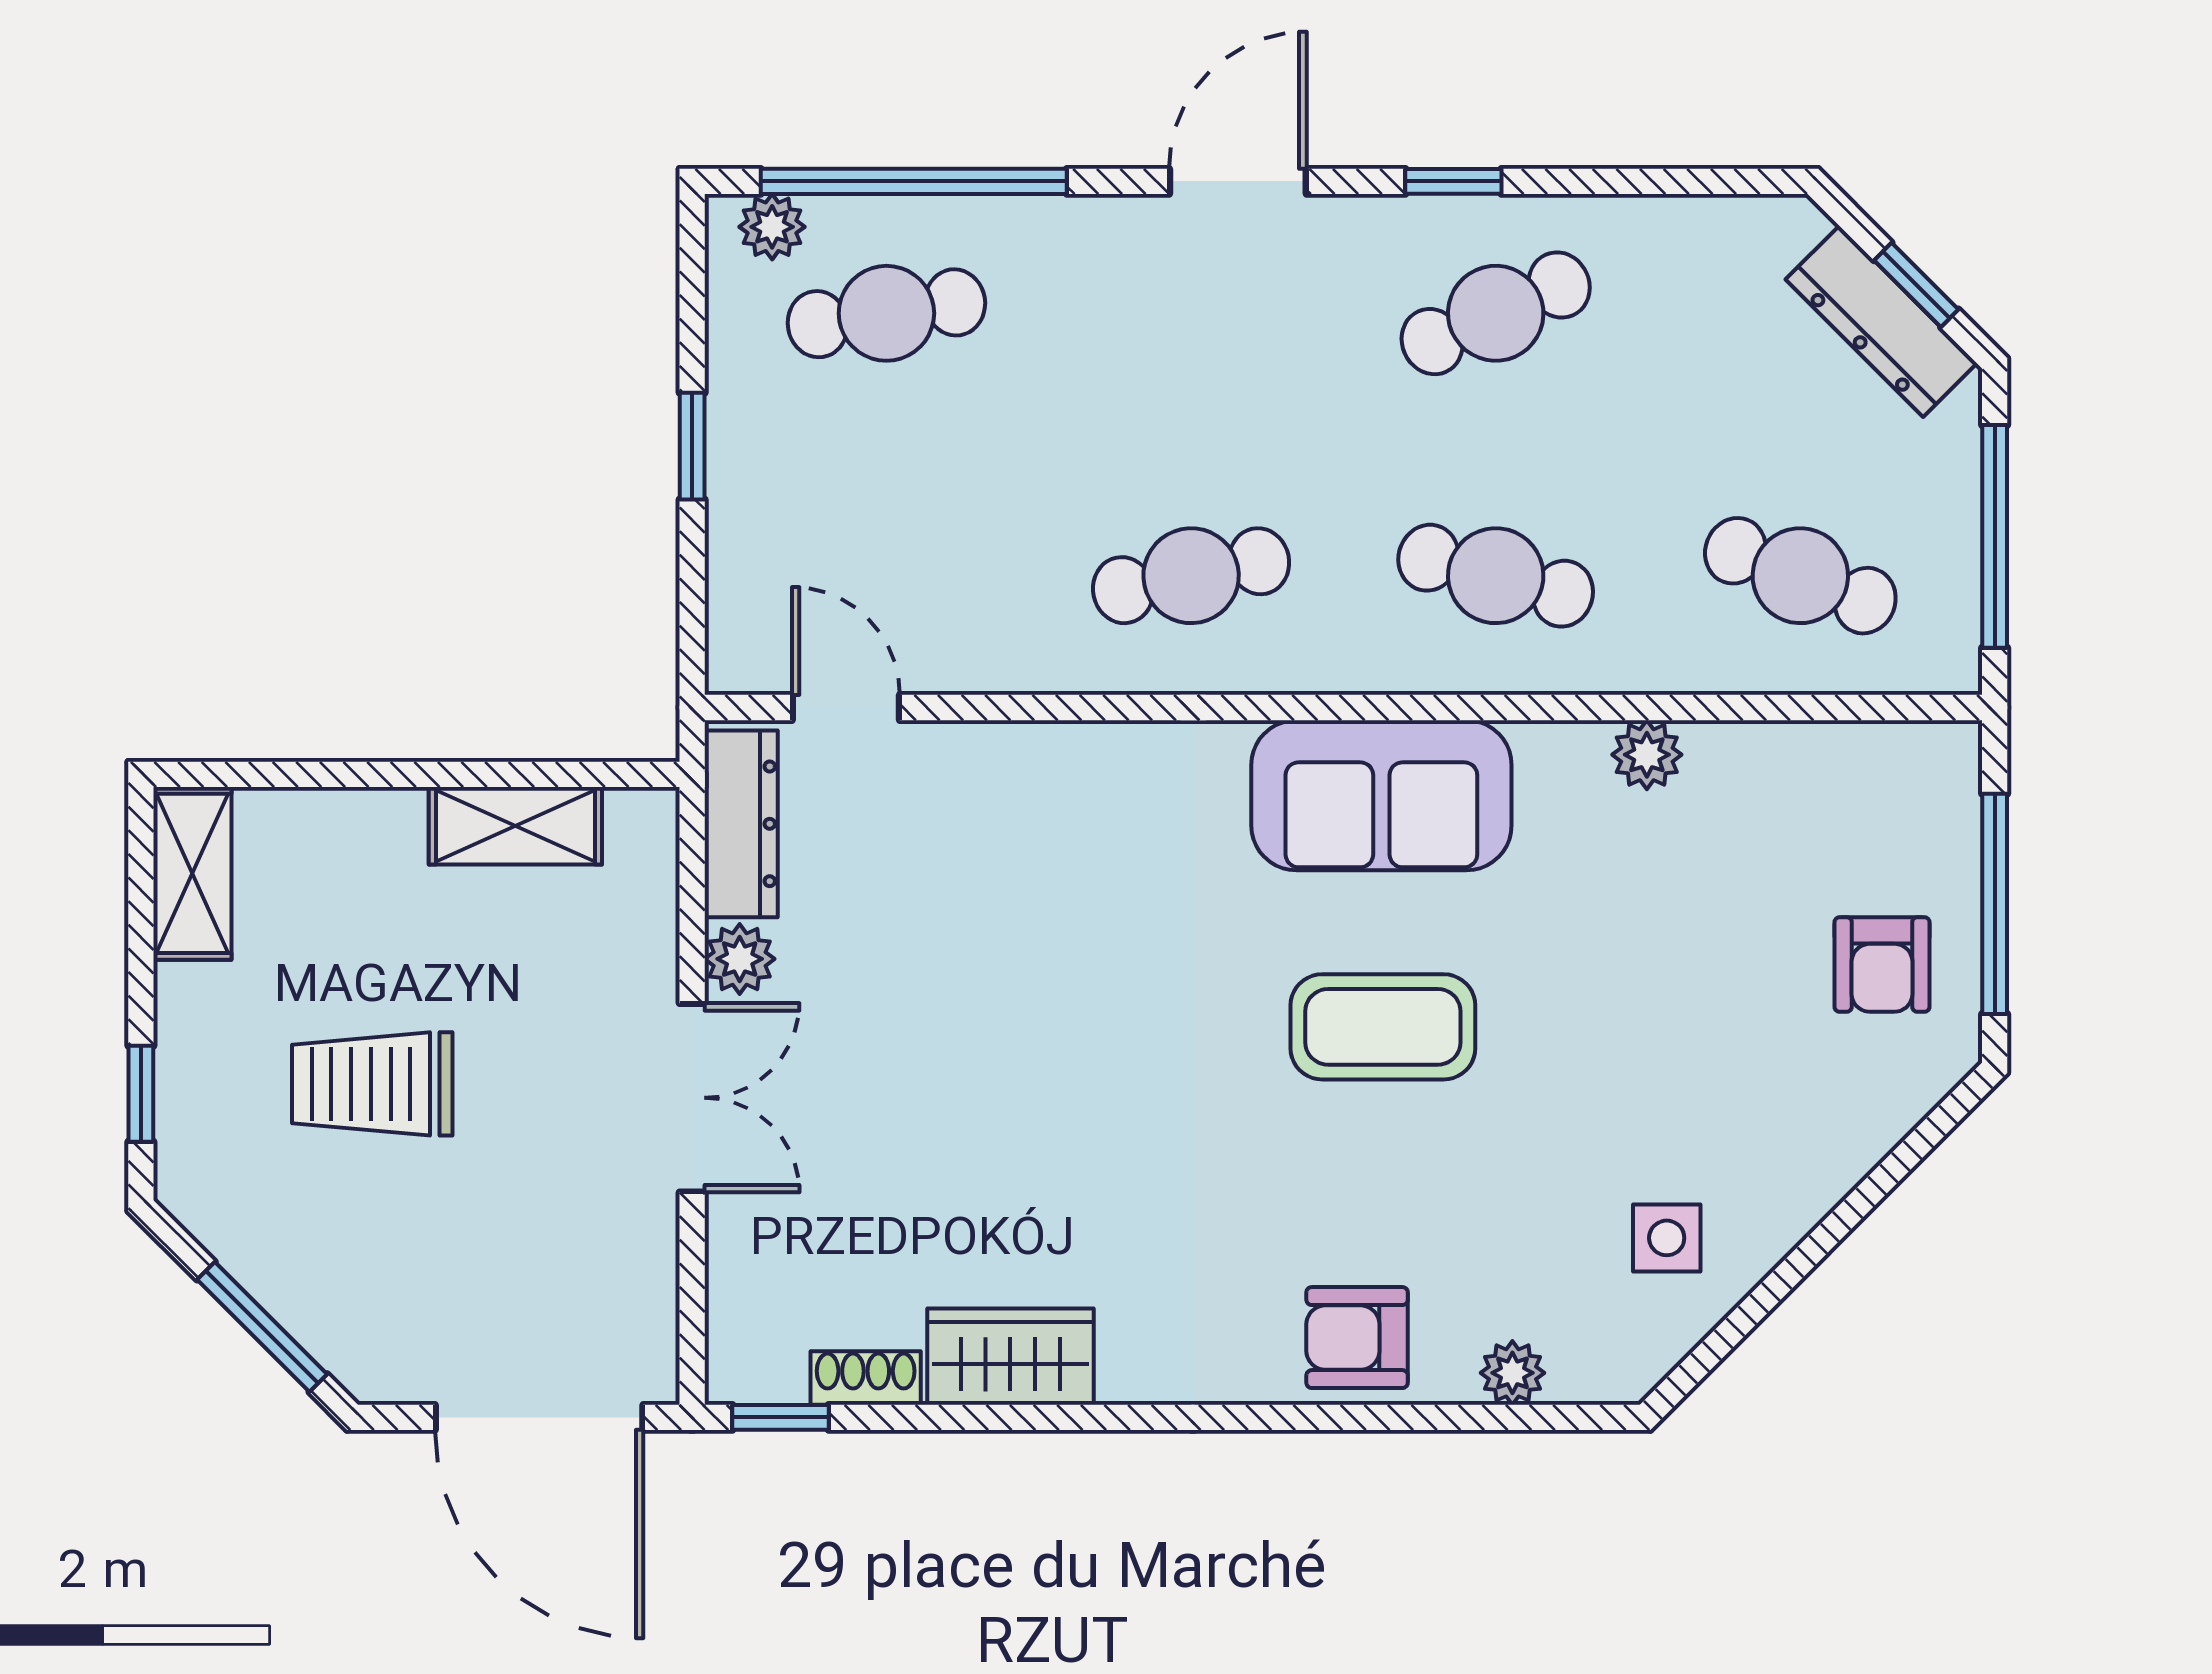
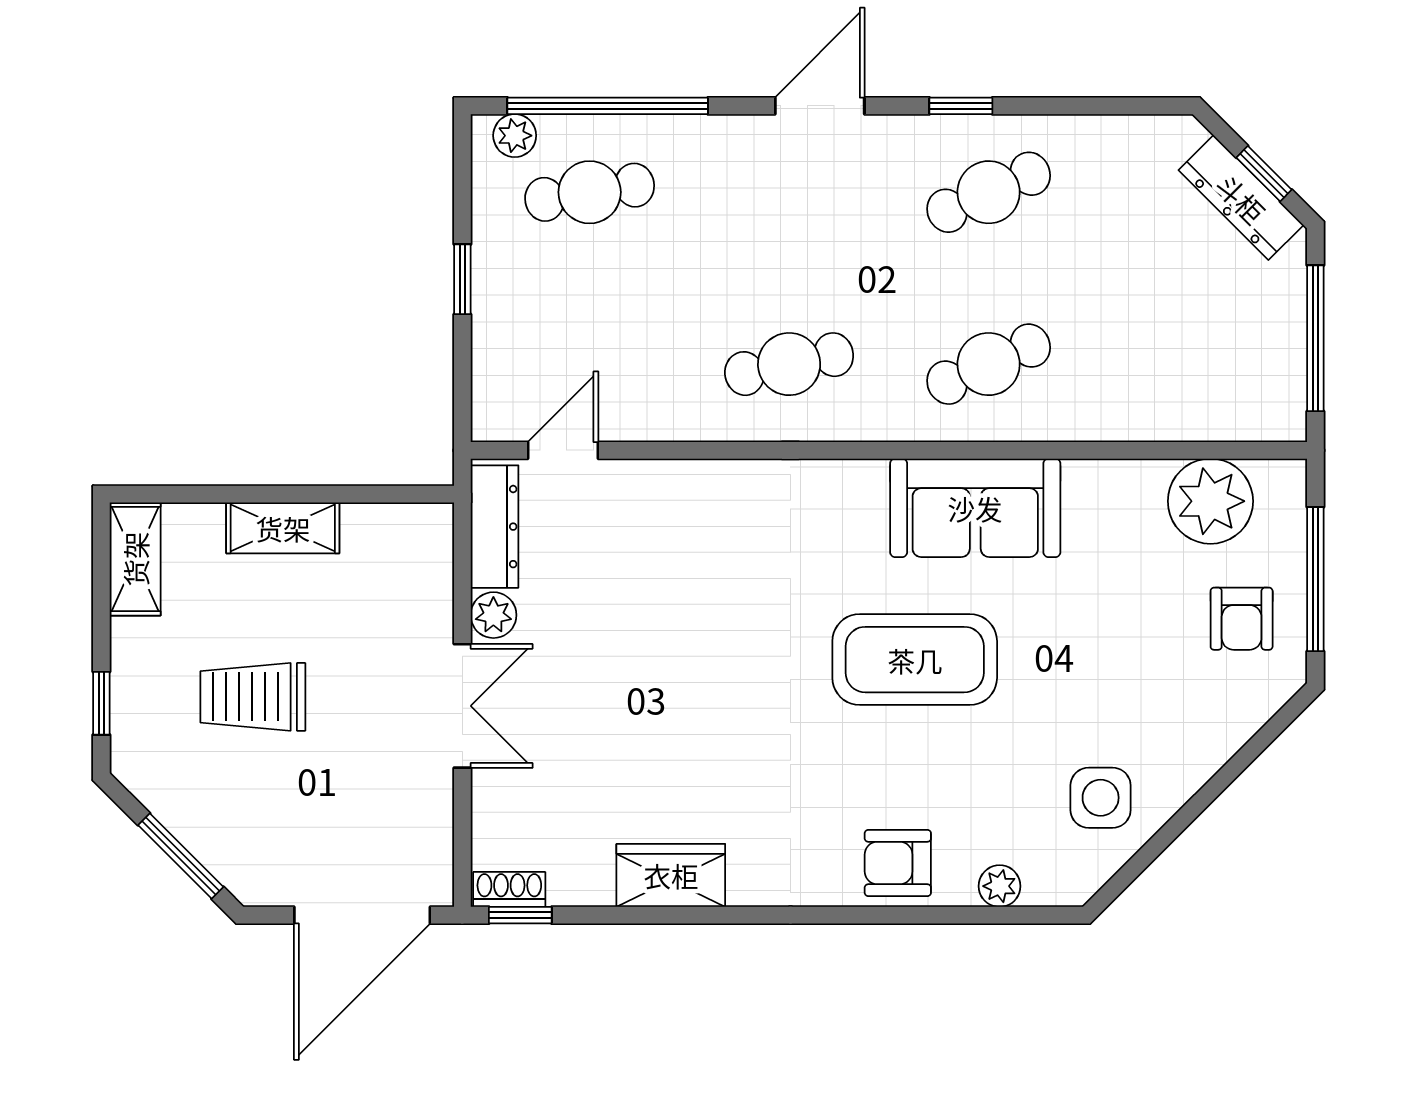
cafe table: (1496, 576) -> (989, 364), turned -39
cafe table: (1800, 576) -> (1188, 364), removed
door: (846, 708) -> (563, 450), hinge flipped
plant: (1647, 755) -> (1210, 501), moved, width x1.87, depth x1.87
sofa: (1381, 795) -> (975, 508), moved
shelving: (515, 826) -> (283, 528), moved
coffee table: (1383, 1027) -> (915, 660), width x1.36, depth x1.32
side table: (1667, 1238) -> (1101, 798), width x1.37, depth x1.37
shoe rack: (866, 1378) -> (509, 889), moved
door: (539, 1417) -> (362, 915), hinge flipped

